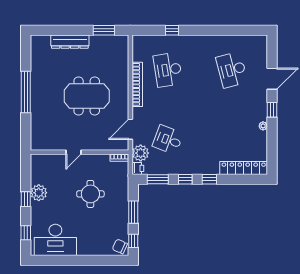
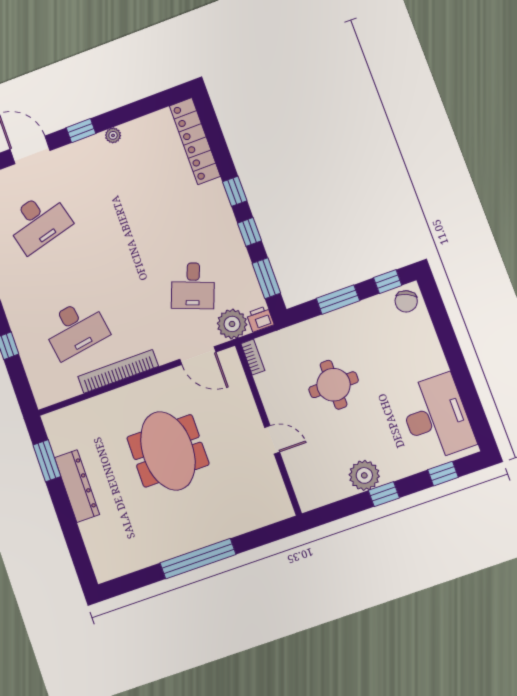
dresser: (70, 42) -> (77, 486), moved

